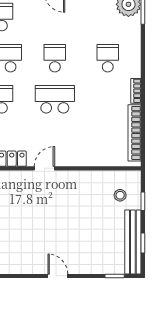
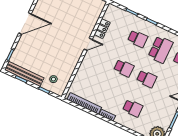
school desk: (55, 99) -> (124, 68), width x0.54
door: (44, 168) -> (88, 44), hinge flipped
door: (58, 276) -> (25, 23), width x1.88

